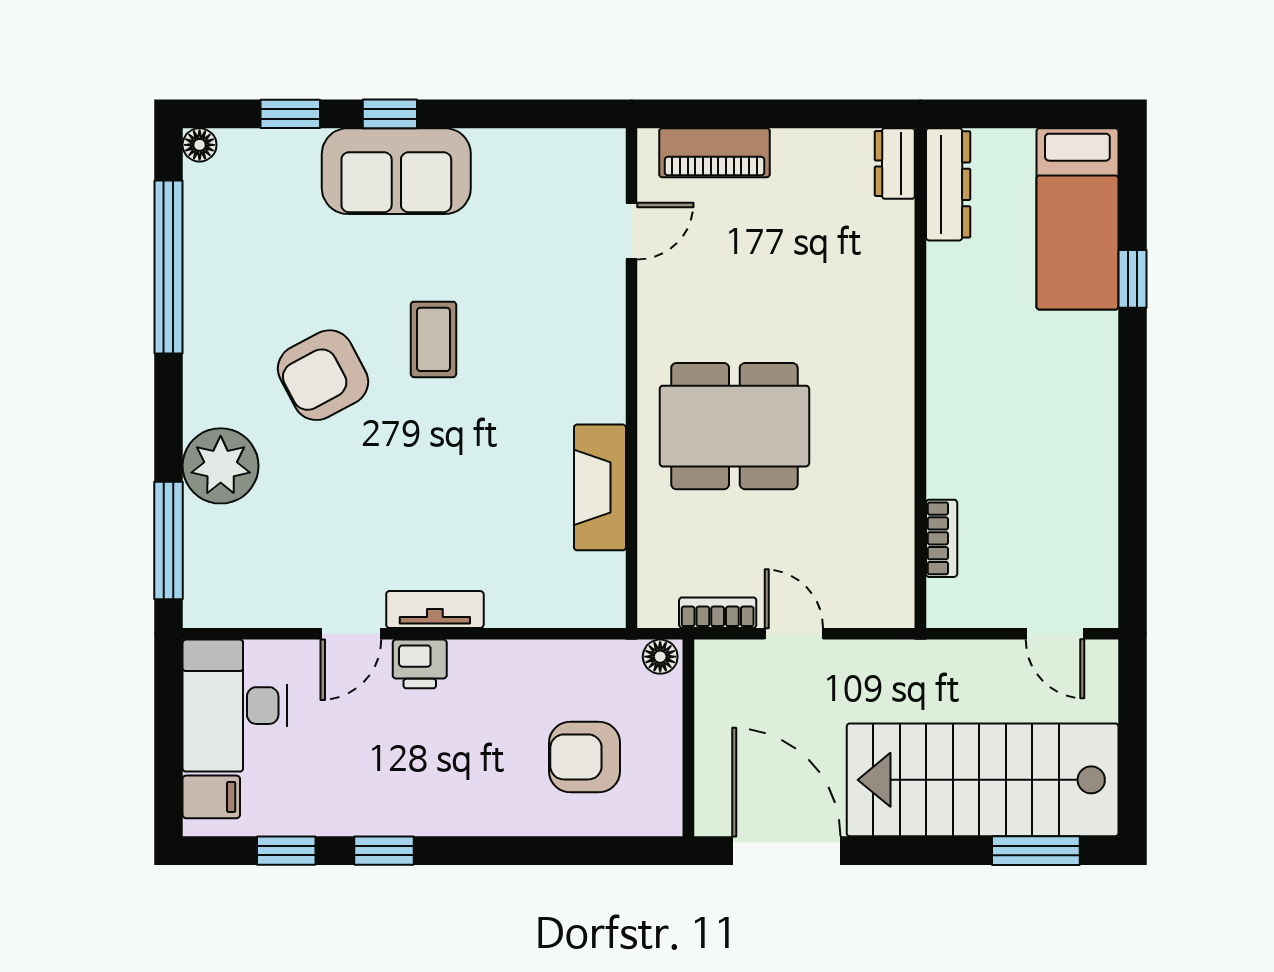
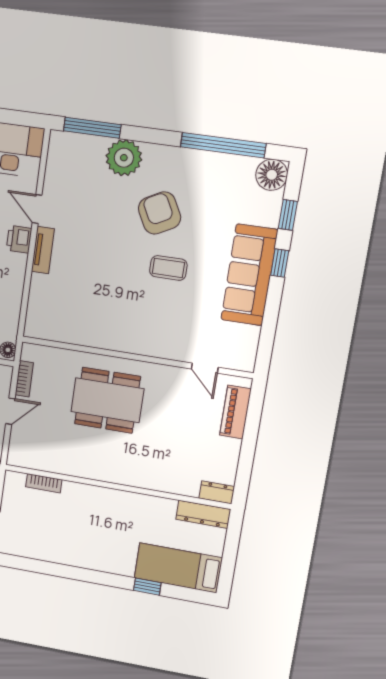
floor lamp: (200, 145) -> (272, 175), width x1.89, depth x1.89
sofa: (396, 171) -> (249, 275), width x1.36
dining table: (734, 426) -> (107, 400), turned 90
fireplace: (600, 487) -> (88, 335), removed

